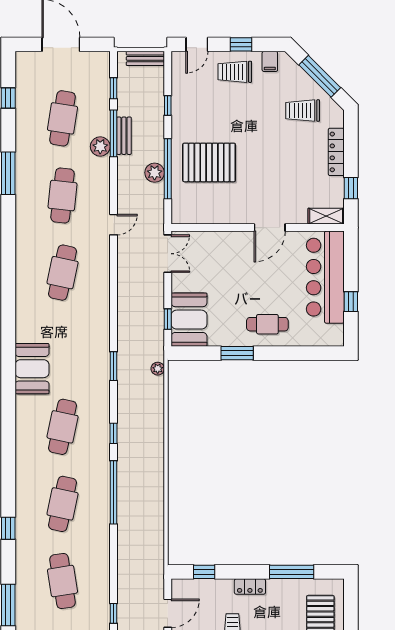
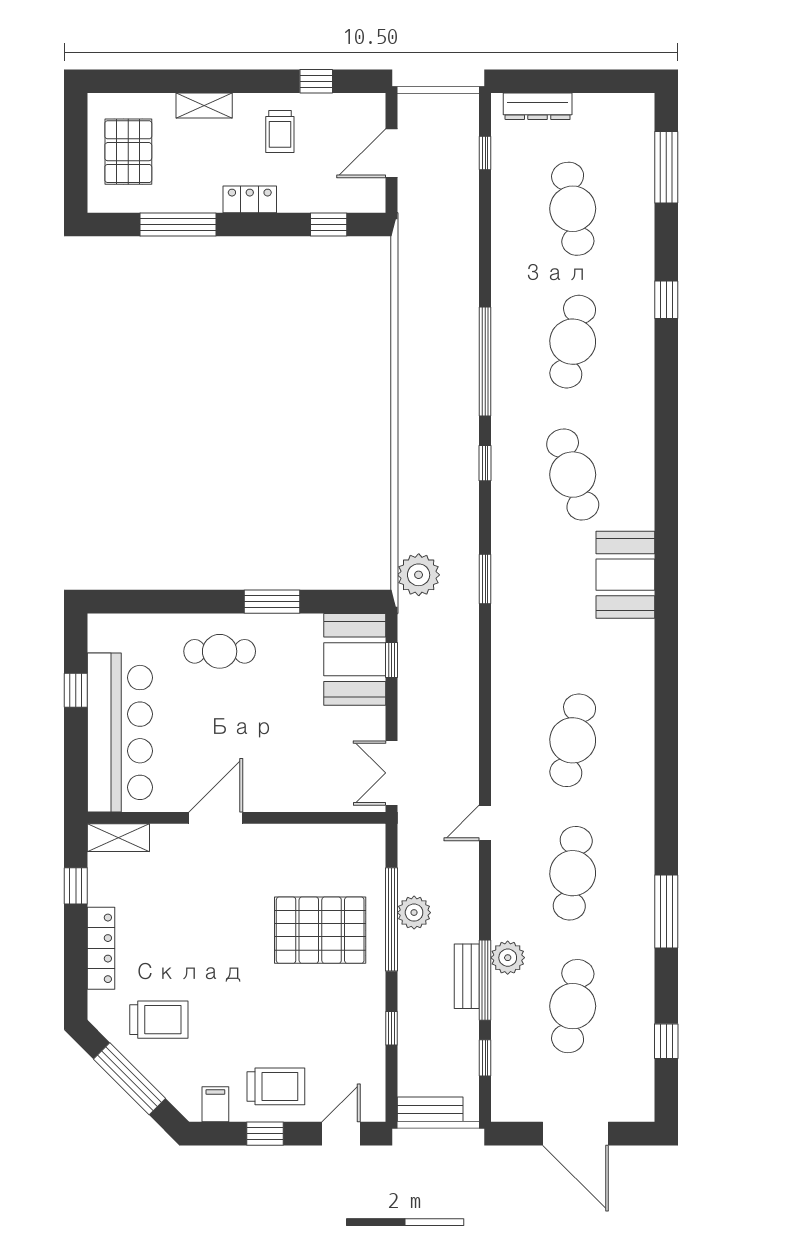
plant: (158, 369) -> (419, 575), width x1.88, depth x1.88
cafe table: (63, 427) -> (573, 475), turned -30

